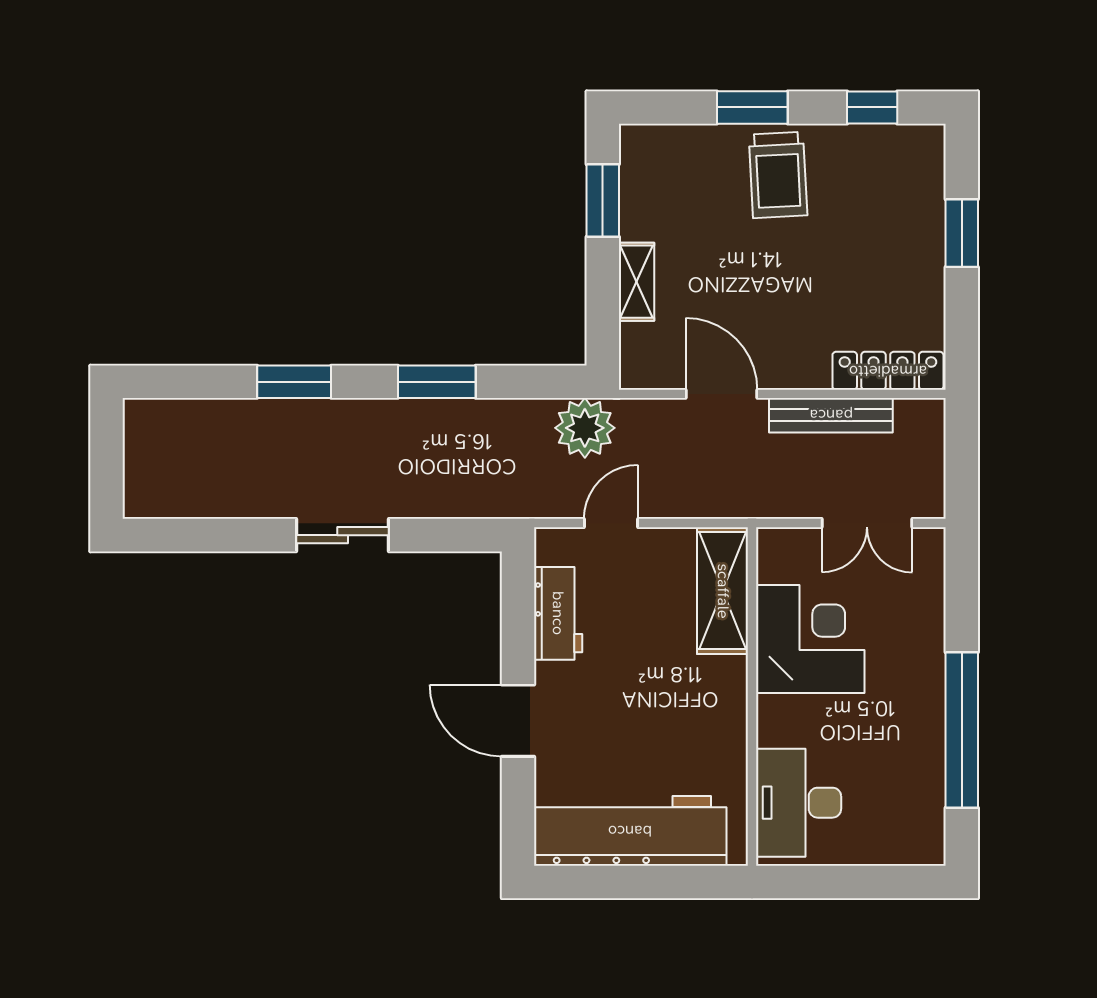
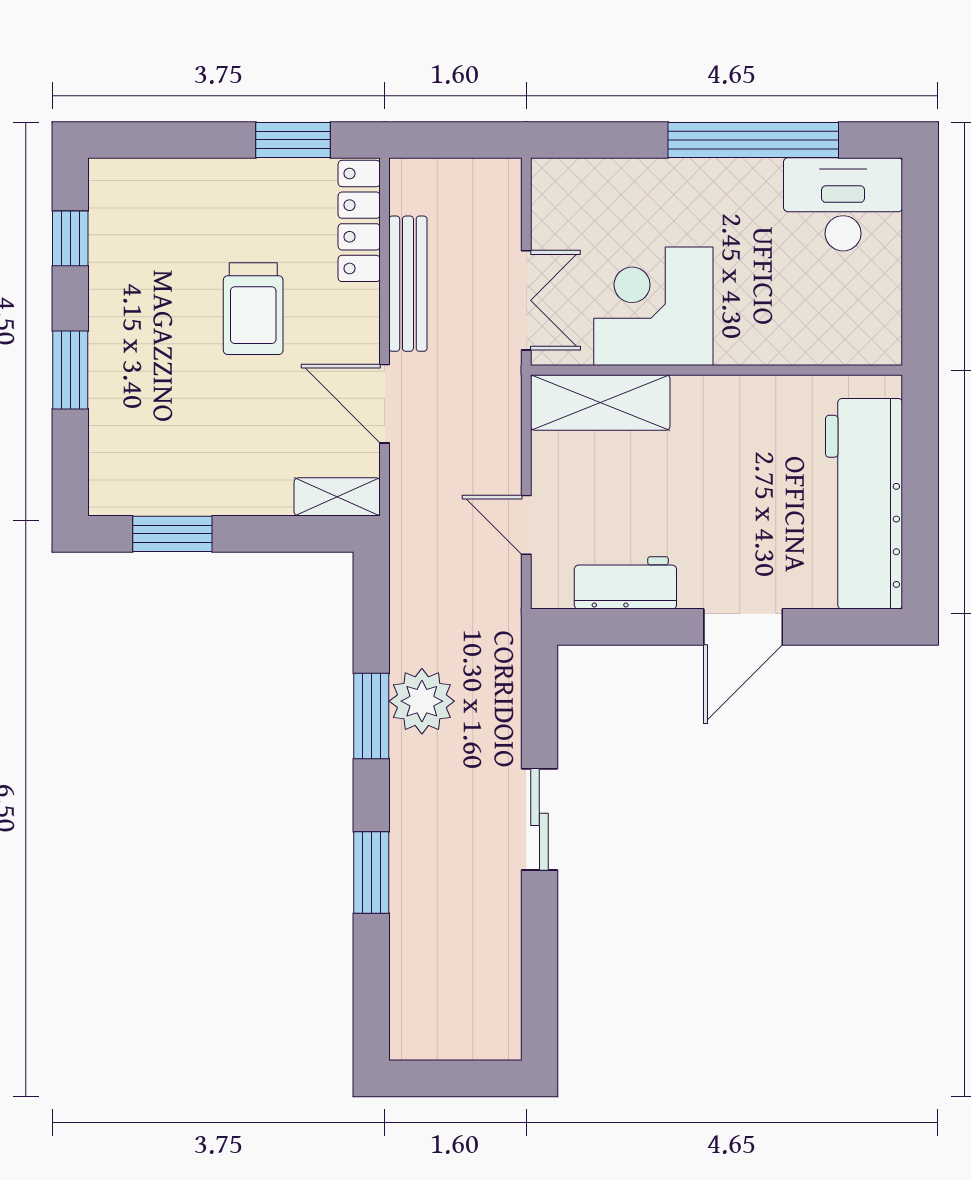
trolley: (778, 175) -> (253, 309), moved, turned 93
window: (962, 233) -> (293, 140), moved
shelving: (636, 282) -> (337, 497), moved
door: (721, 394) -> (385, 404), hinge flipped
plant: (585, 428) -> (422, 701), moved
double door: (867, 523) -> (526, 300), moved
desk: (799, 803) -> (843, 204), moved, turned 180

